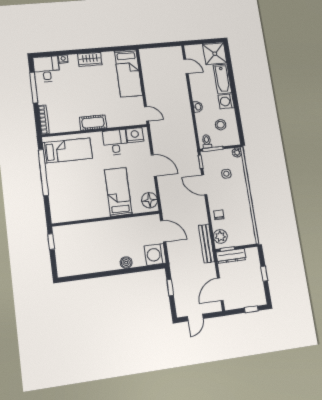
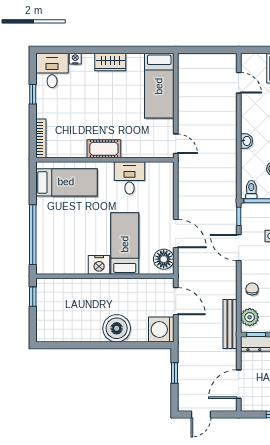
window: (34, 88) -> (33, 94), width x0.46
nightstand: (135, 135) -> (99, 265), moved, turned 180
door: (154, 165) -> (176, 234), moved
window: (43, 173) -> (33, 235), moved
boiler: (126, 263) -> (117, 328), width x1.86, depth x1.86

